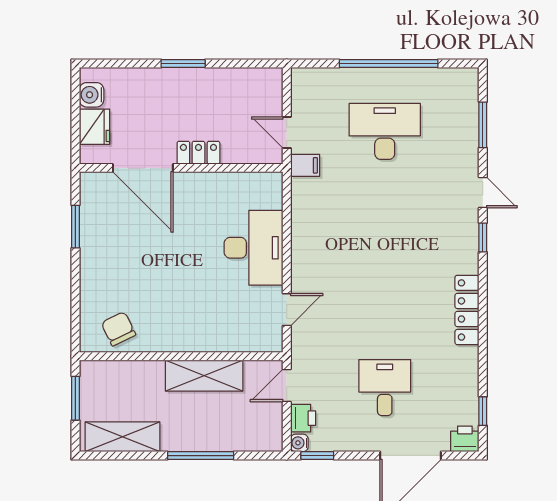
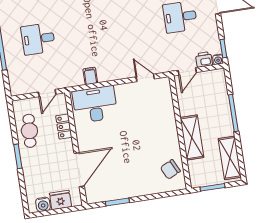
cafe table: (225, 91) -> (29, 131), added
desk: (385, 131) -> (38, 39), width x0.73
locker: (198, 153) -> (64, 127), moved
filing cabinet: (305, 165) -> (90, 76), moved
desk: (254, 248) -> (95, 104), moved
shelving: (204, 376) -> (192, 138), moved
door: (287, 385) -> (187, 71), hinge flipped

